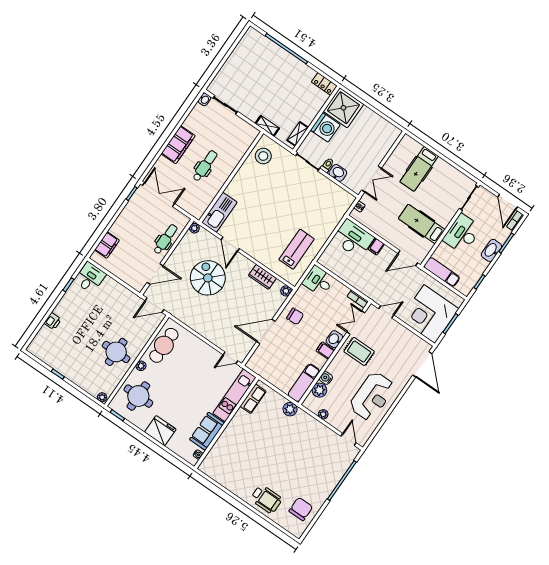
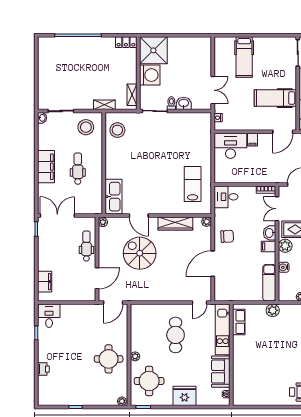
stool: (237, 134) -> (86, 127), added
wardrobe: (262, 277) -> (175, 223), width x1.50
cafe table: (164, 345) -> (176, 335), moved
plant: (319, 390) -> (285, 246), moved

